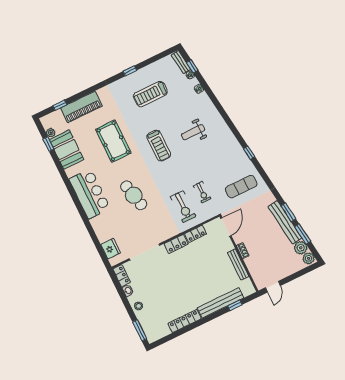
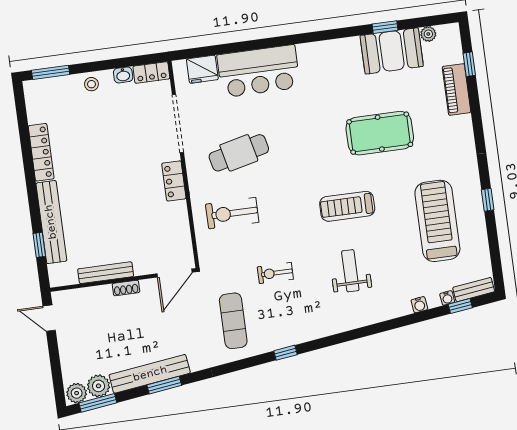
treadmill: (150, 94) -> (437, 221), width x1.37, depth x1.38
piano: (81, 107) -> (457, 89), width x0.73, depth x0.75
window: (48, 144) -> (385, 27), moved
exercise bike: (202, 192) -> (275, 273), moved
bar counter: (90, 194) -> (258, 71), moved
cafe table: (134, 195) -> (239, 153), moved
door: (226, 227) -> (175, 273), hinge flipped
locker: (196, 234) -> (180, 219), removed
window: (303, 234) -> (98, 403), moved

